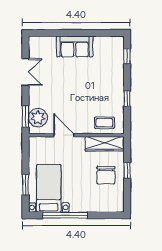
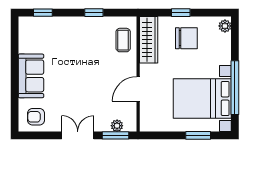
armchair: (41, 51) -> (36, 117), added
double door: (25, 72) -> (78, 135), moved
plant: (38, 118) -> (117, 126), width x0.53, depth x0.53
bed with nightstands: (49, 188) -> (202, 99), width x1.36
plant: (116, 207) -> (225, 26), added

